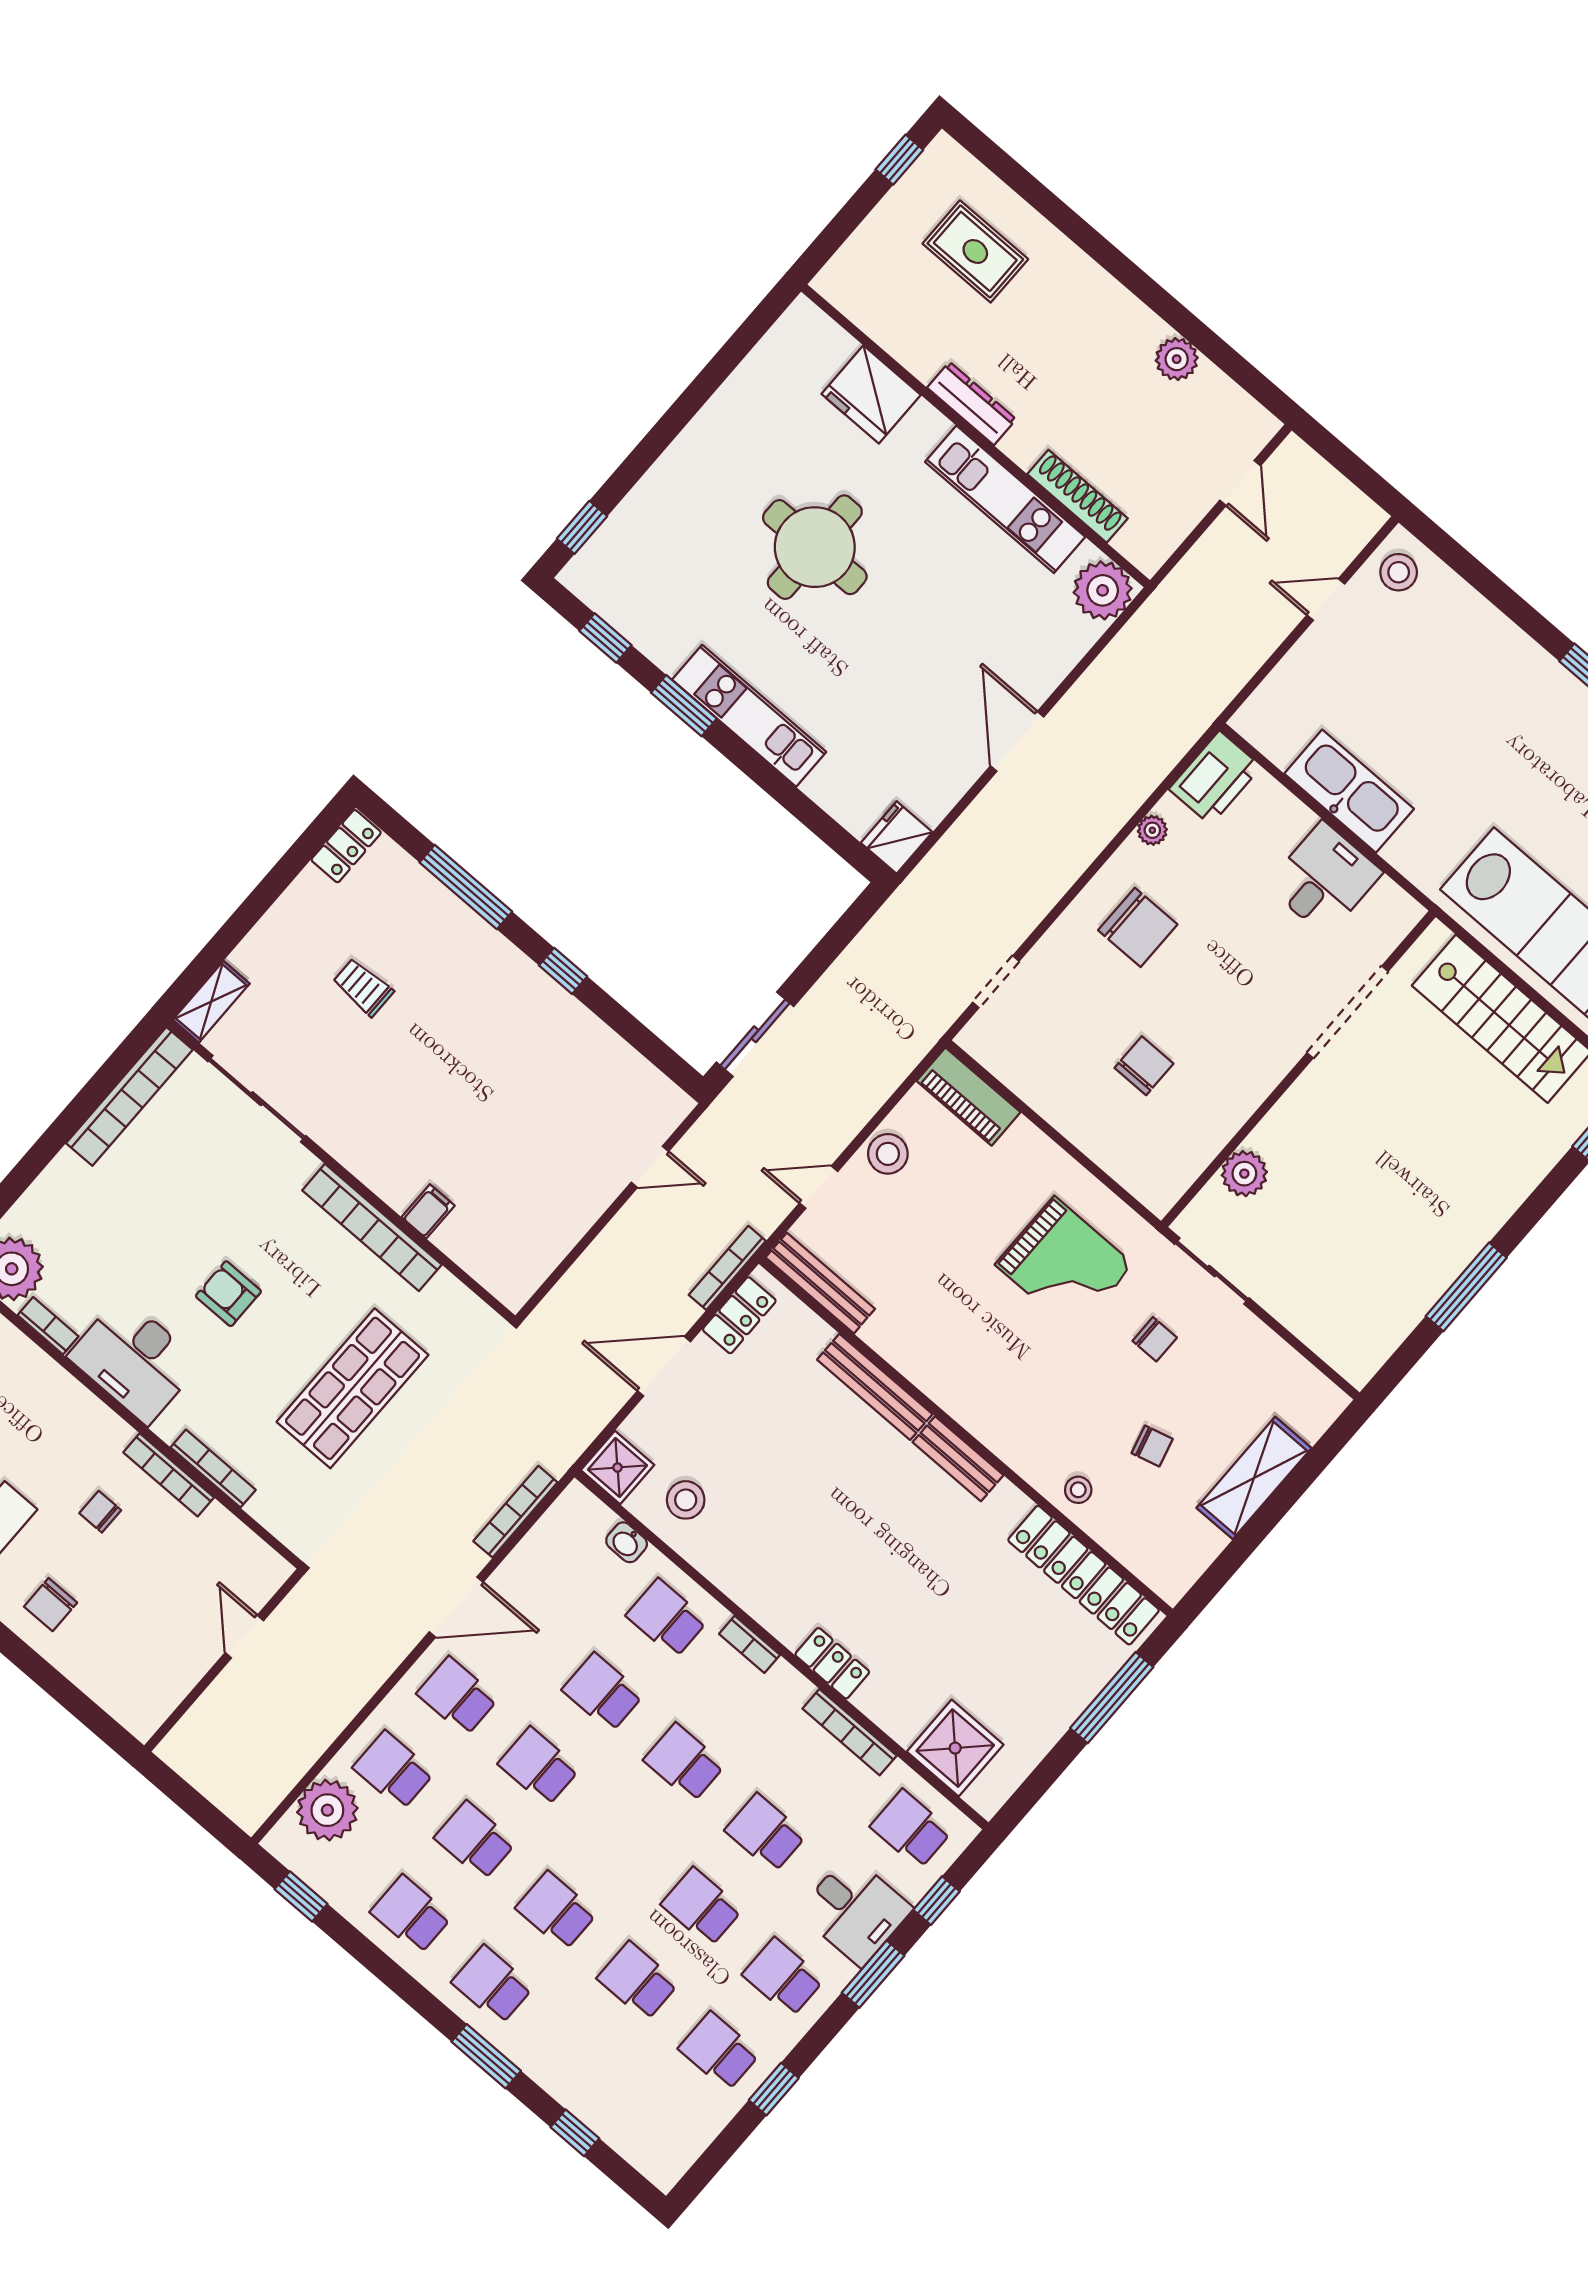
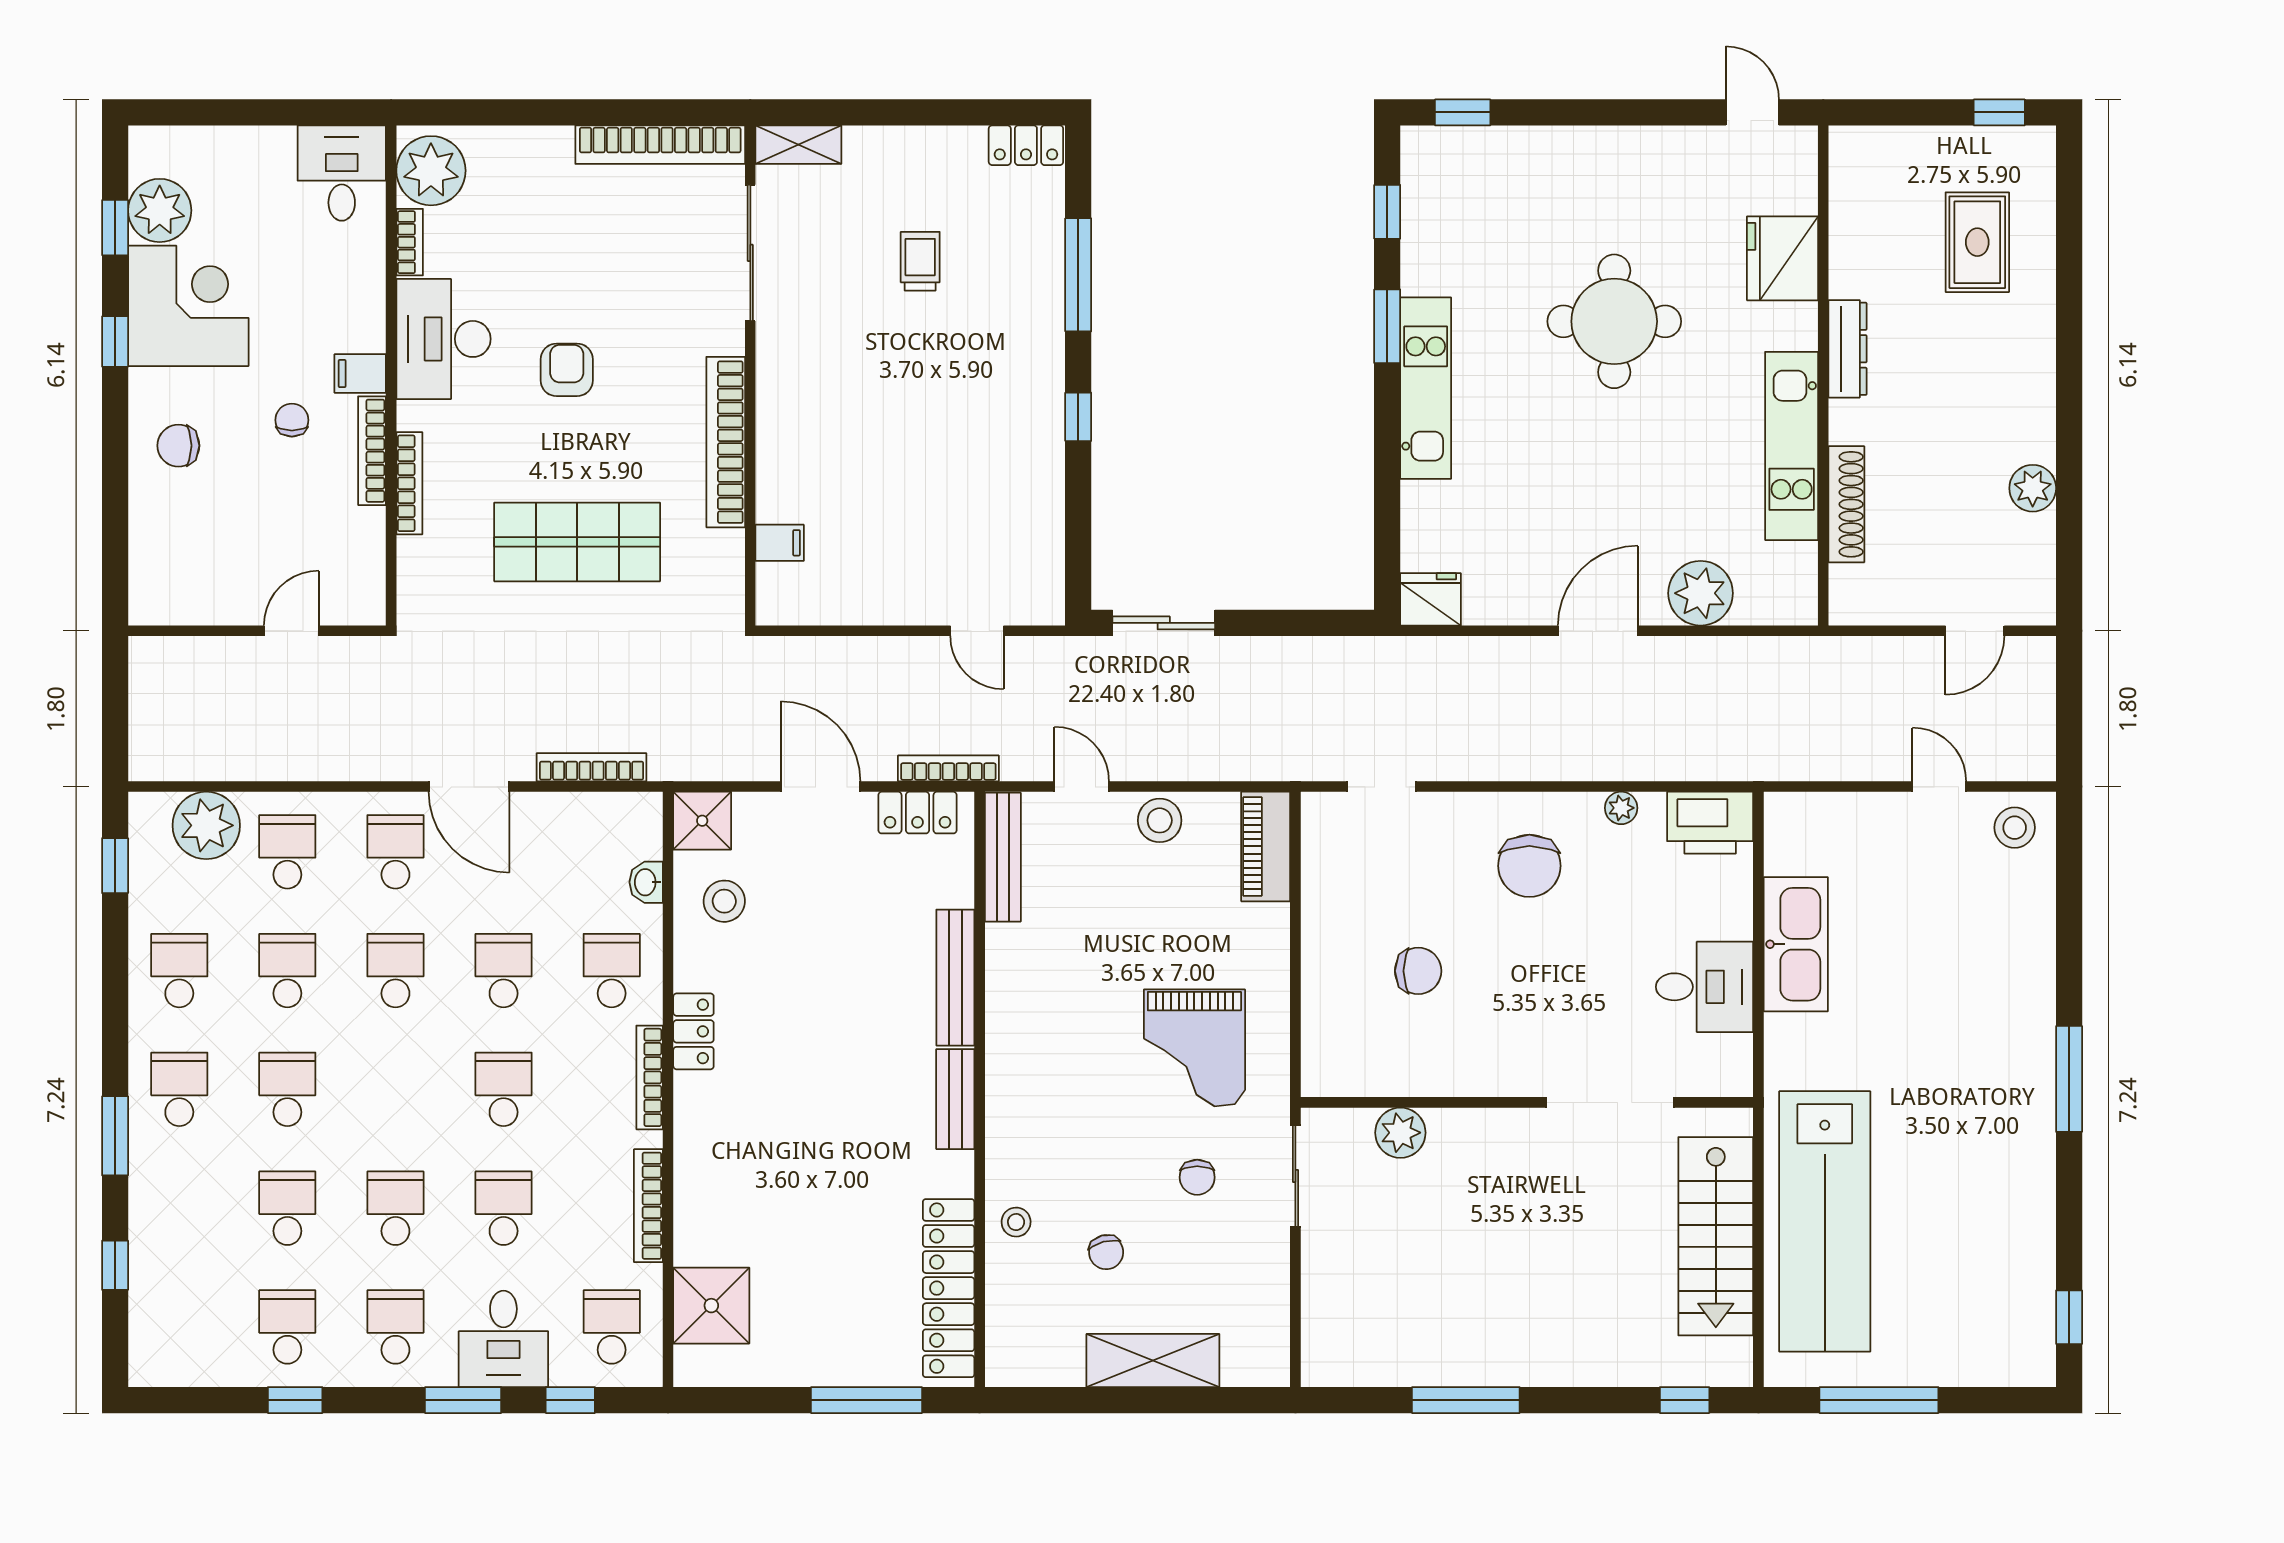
door: (753, 329) -> (1752, 112), added
plant: (1103, 590) -> (1701, 593), moved
filing cabinet: (428, 1211) -> (780, 543), moved
filing cabinet: (109, 1437) -> (360, 374), added
bookcase: (749, 1644) -> (650, 1077), width x1.56
locker: (832, 1663) -> (693, 1031), moved

